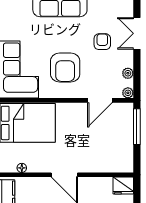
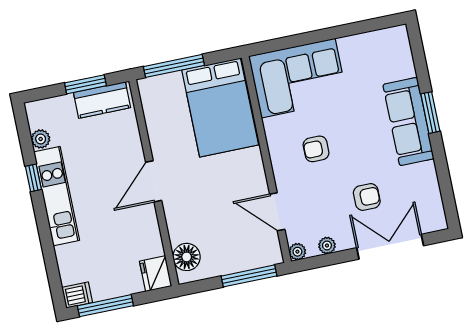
double door: (137, 33) -> (390, 247), width x1.37
armchair: (65, 68) -> (316, 149), width x0.53, depth x0.53
floor lamp: (22, 168) -> (187, 257), moved, width x1.89, depth x1.89

